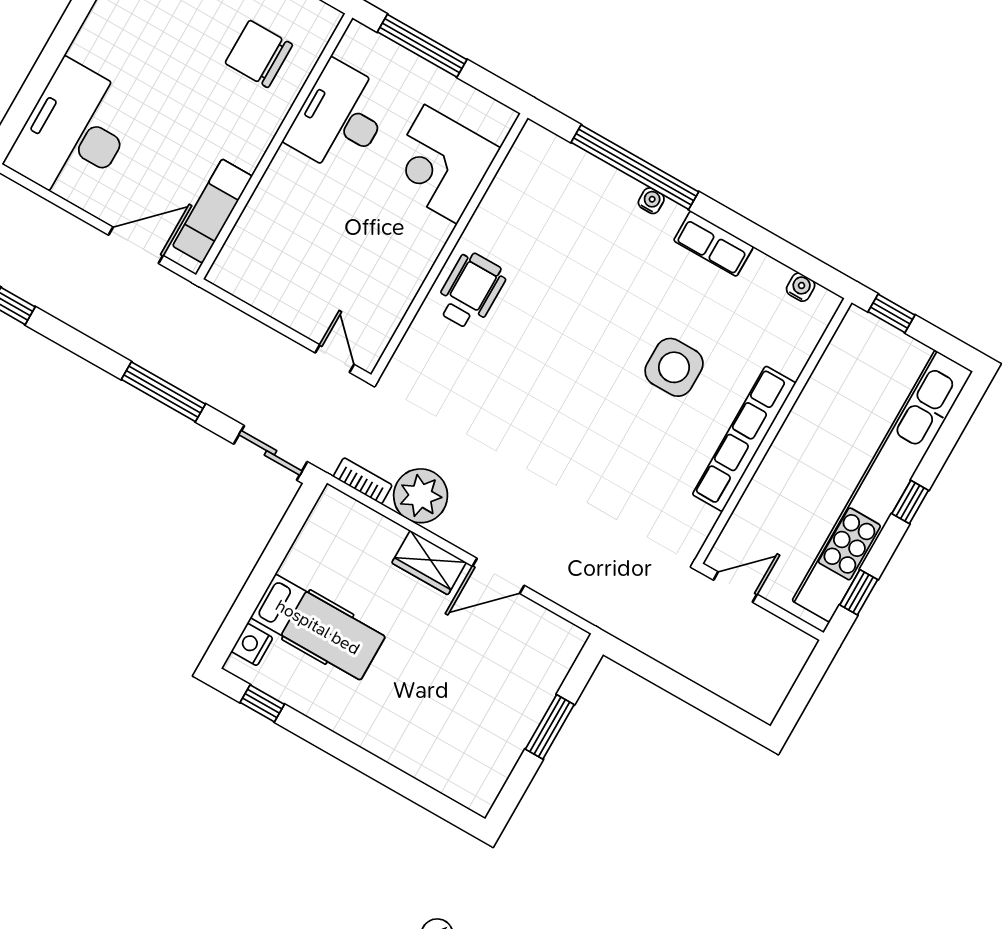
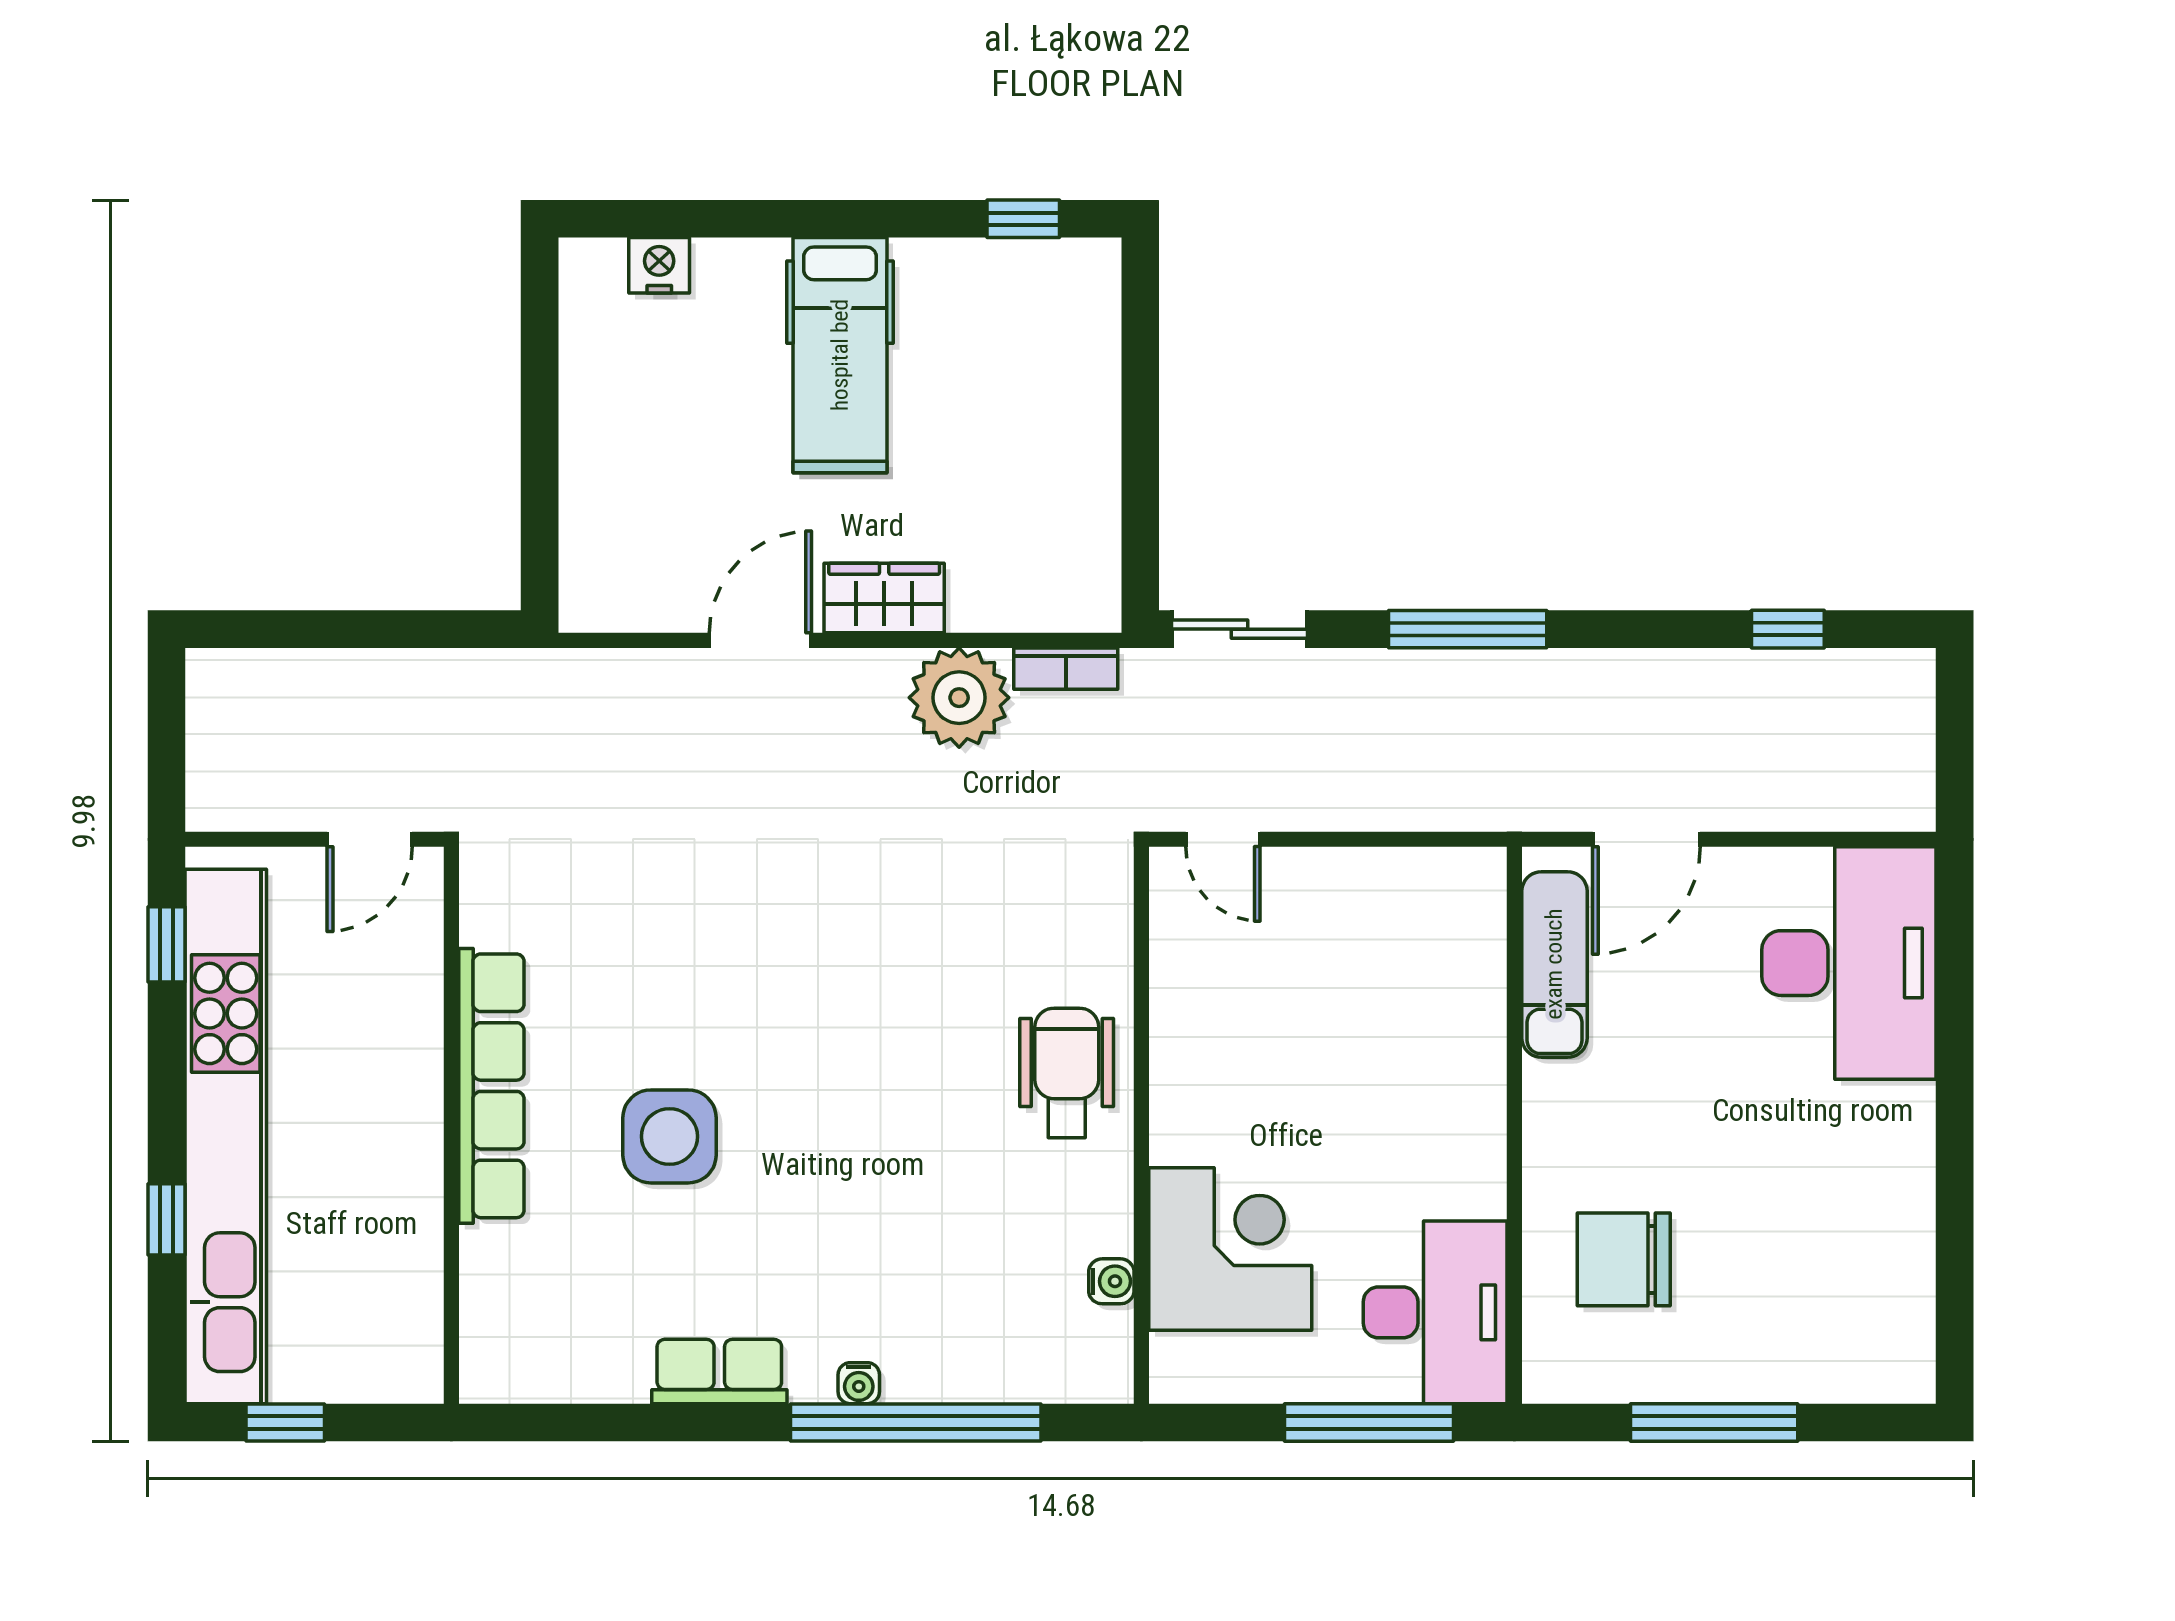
chair: (259, 54) -> (1624, 1259), turned 180
desk: (340, 118) -> (1435, 1312), moved
water cooler: (801, 287) -> (1111, 1281), moved, turned -90
wheelchair: (470, 291) -> (1067, 1073), turned 180
window: (891, 313) -> (285, 1422), moved
window: (910, 502) -> (167, 1219), moved
hospital bed: (318, 627) -> (840, 355), moved, turned -90
nightstand: (252, 644) -> (659, 265), moved, turned -90
window: (550, 727) -> (540, 445), removed

